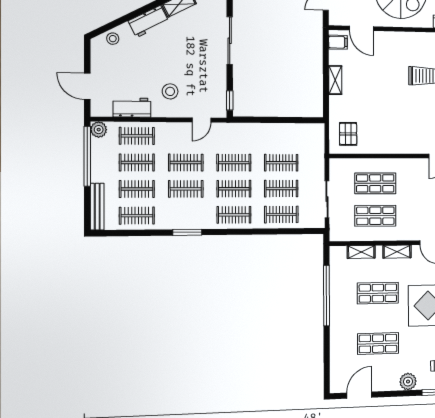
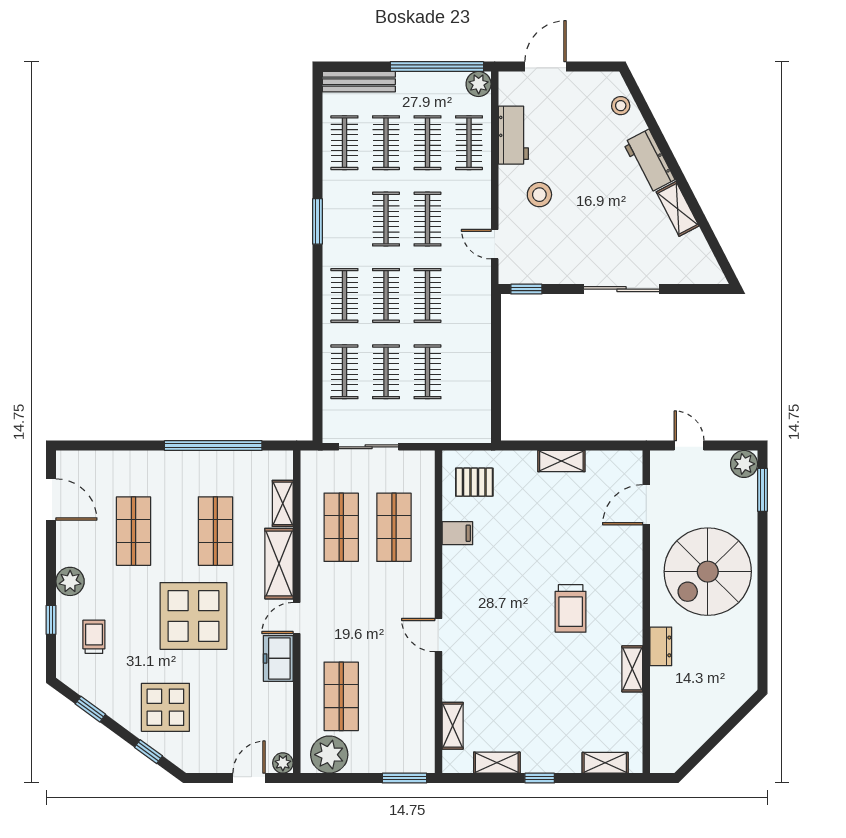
filing cabinet: (338, 42) -> (457, 533), moved, turned -90
shelving: (397, 252) -> (279, 564), width x1.50, depth x1.33

